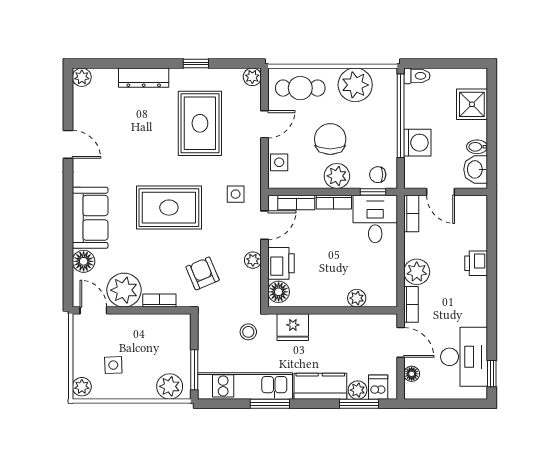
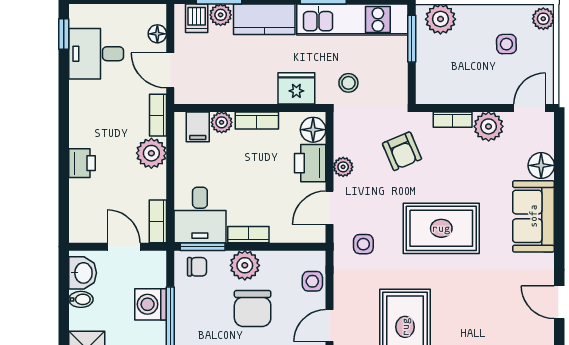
window: (373, 192) -> (203, 247), width x1.50
bookcase: (296, 203) -> (257, 120), moved, turned 180
plant: (124, 290) -> (489, 126), width x0.73, depth x0.73
filing cabinet: (377, 294) -> (198, 127), added
door: (93, 310) -> (530, 108), swing flipped
desk: (464, 357) -> (96, 54), width x0.73

